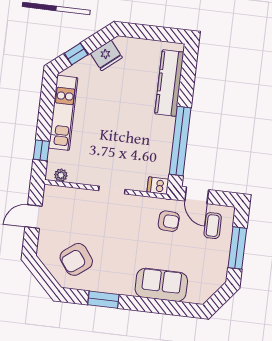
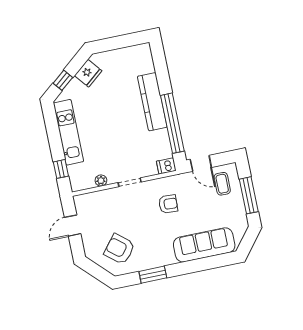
kitchen counter: (169, 83) -> (152, 102), moved
plant: (61, 175) -> (101, 181), moved
armchair: (169, 221) -> (168, 204), moved
armchair: (76, 259) -> (119, 249), turned 76
sofa: (161, 285) -> (204, 245), width x1.36

